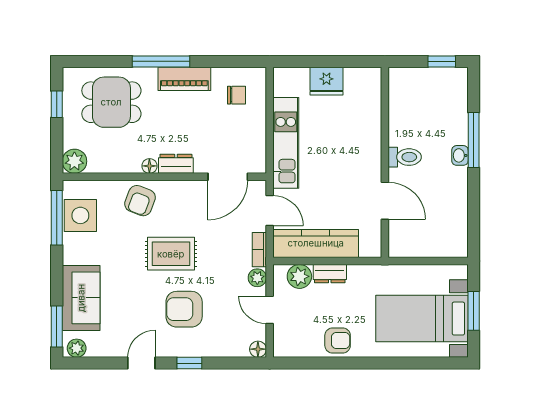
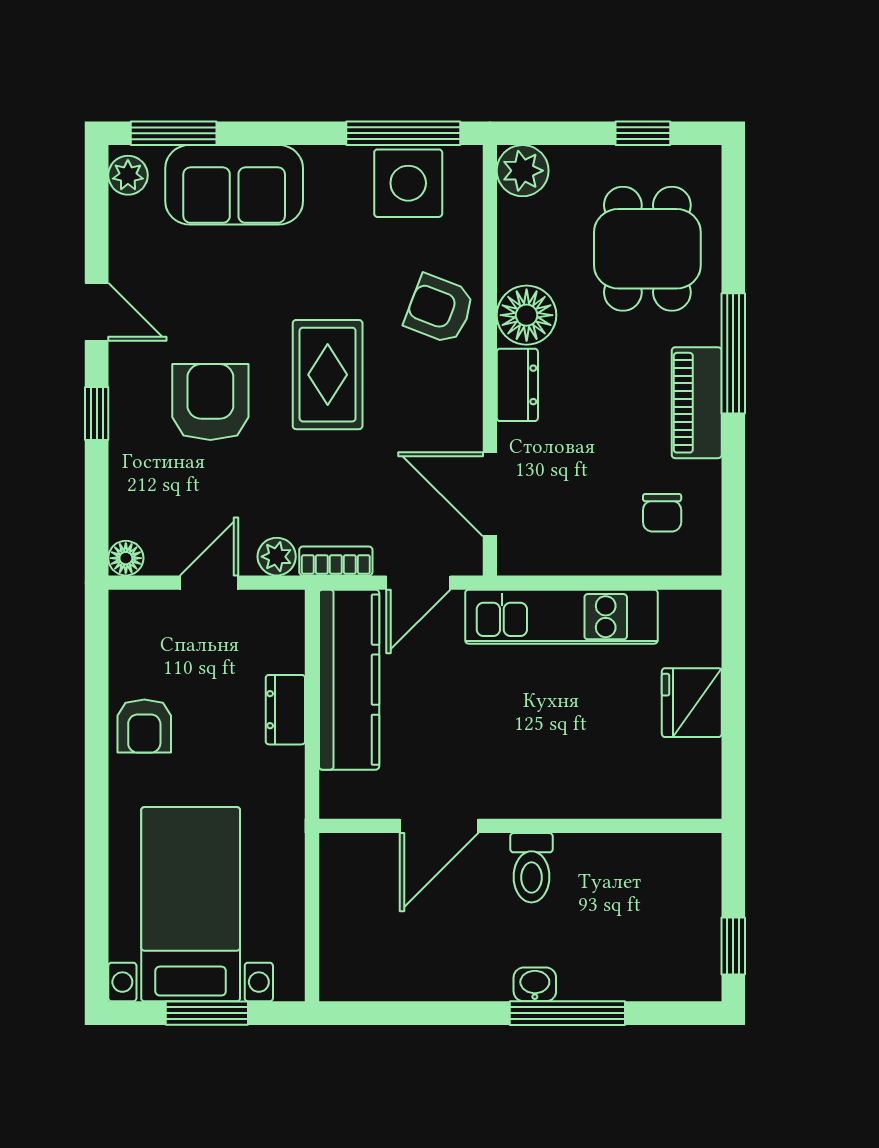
floor lamp: (149, 166) -> (527, 315), width x1.89, depth x1.89
plant: (299, 276) -> (279, 646), removed

